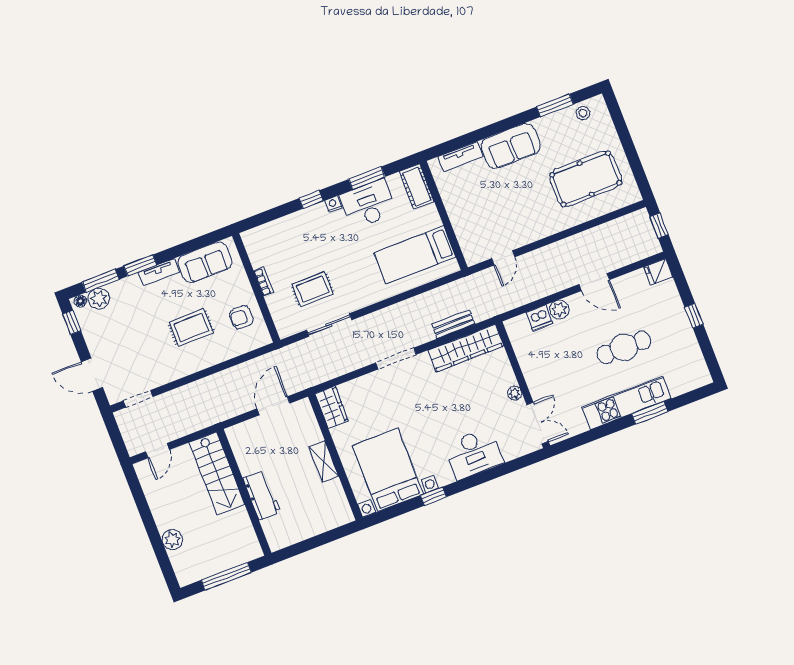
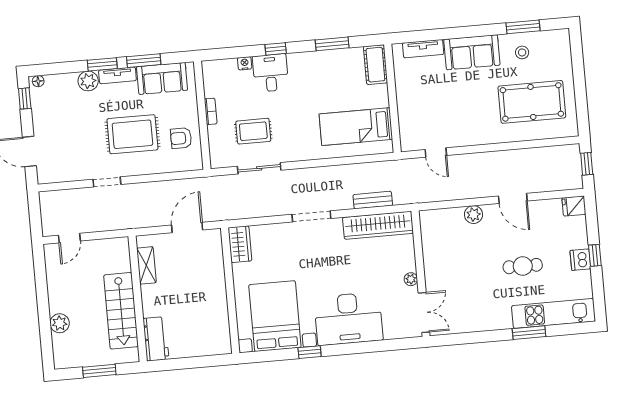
stool: (583, 113) -> (522, 52), moved
nightstand: (333, 204) -> (245, 63), moved
desk: (368, 204) -> (271, 73), moved, width x0.73
door: (503, 258) -> (436, 153), hinge flipped
window: (101, 281) -> (144, 61), moved
plant: (99, 299) -> (88, 81), moved
dishwasher: (539, 318) -> (580, 260), moved, turned 90
rug: (191, 327) -> (132, 134), width x1.36, depth x1.43
cafe table: (624, 347) -> (523, 266), width x0.73, depth x0.74
doorway: (138, 399) -> (107, 182), moved
kitchen unit: (626, 403) -> (554, 313), moved
desk: (474, 453) -> (348, 319), width x1.36, depth x1.30
shelving: (324, 461) -> (146, 265), moved
stairs: (217, 474) -> (121, 311), moved
workbench: (262, 495) -> (156, 339), moved
window: (226, 576) -> (99, 371), width x0.69

